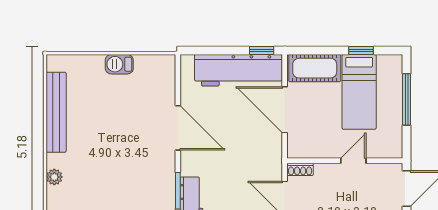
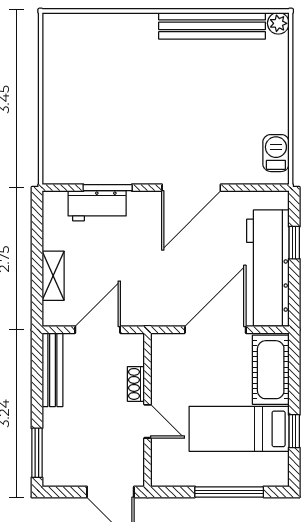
window: (262, 50) -> (294, 243), moved
barbecue: (119, 64) -> (276, 153), moved
shoe rack: (300, 169) -> (136, 384), moved
plant: (54, 177) -> (278, 23), moved

